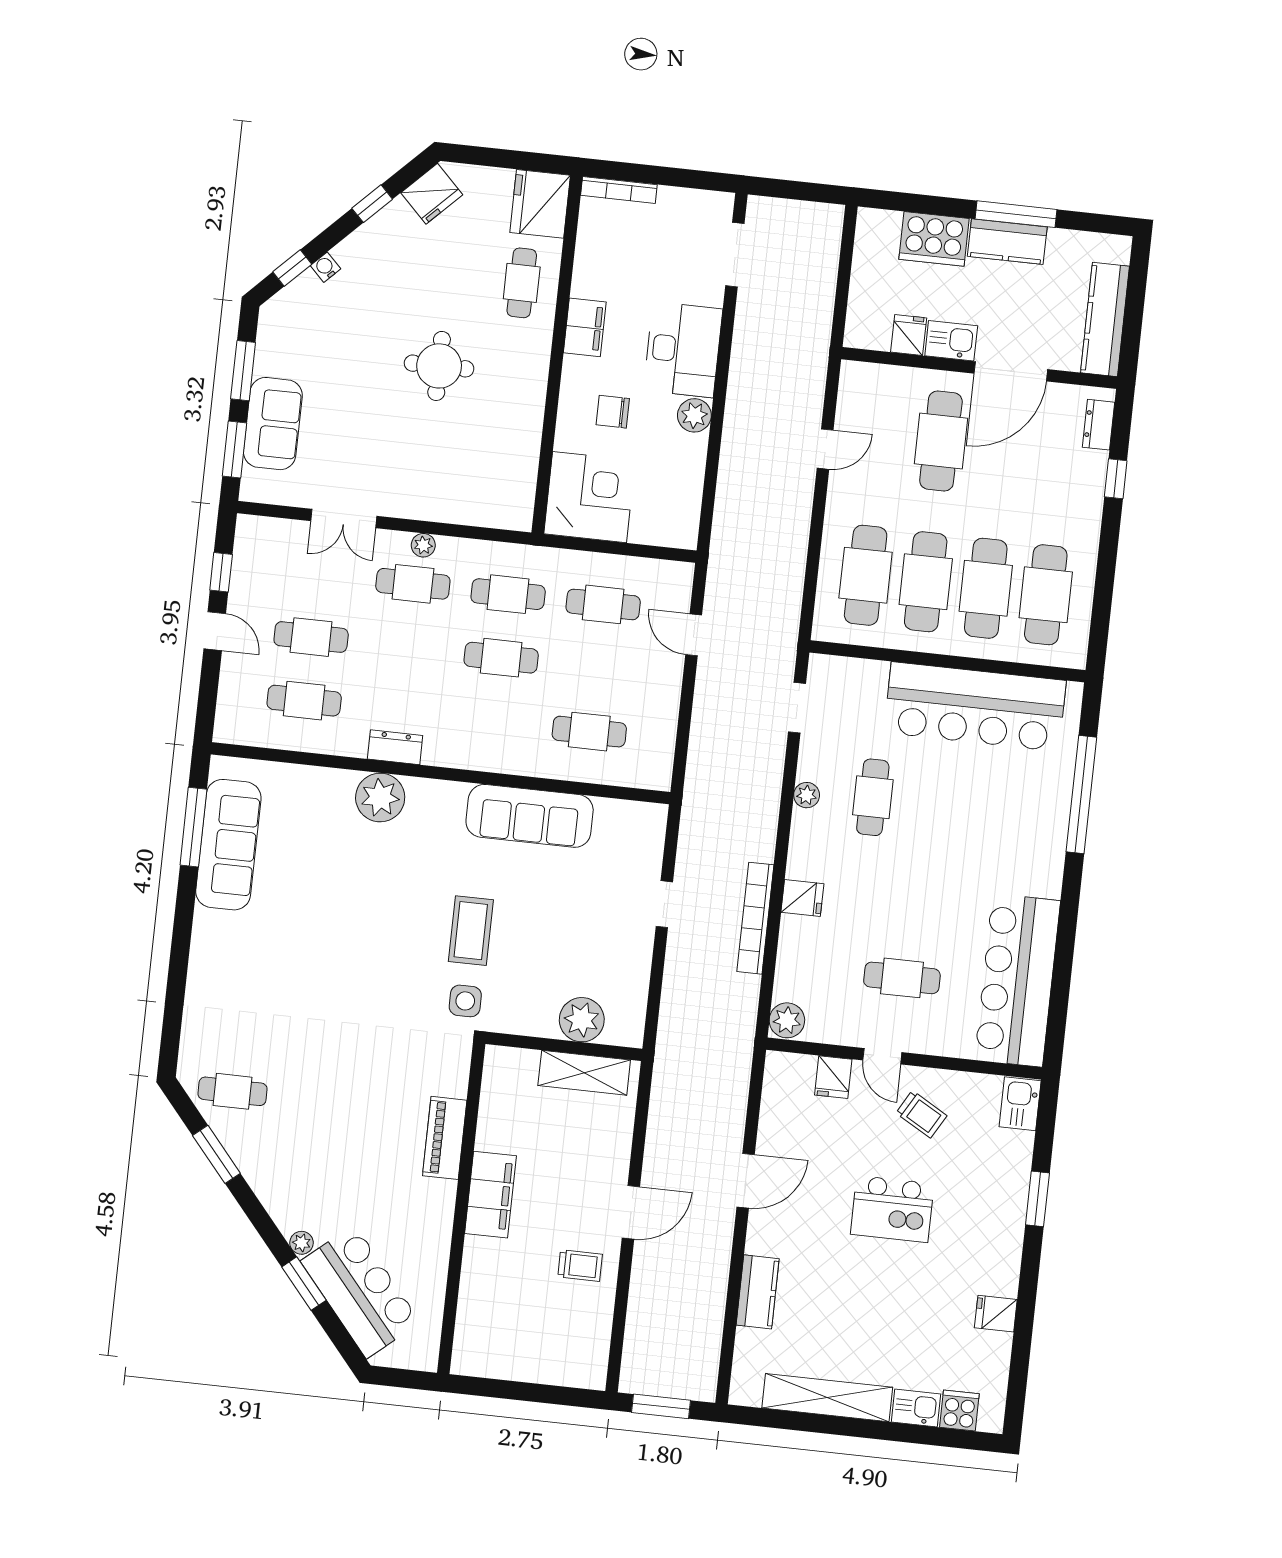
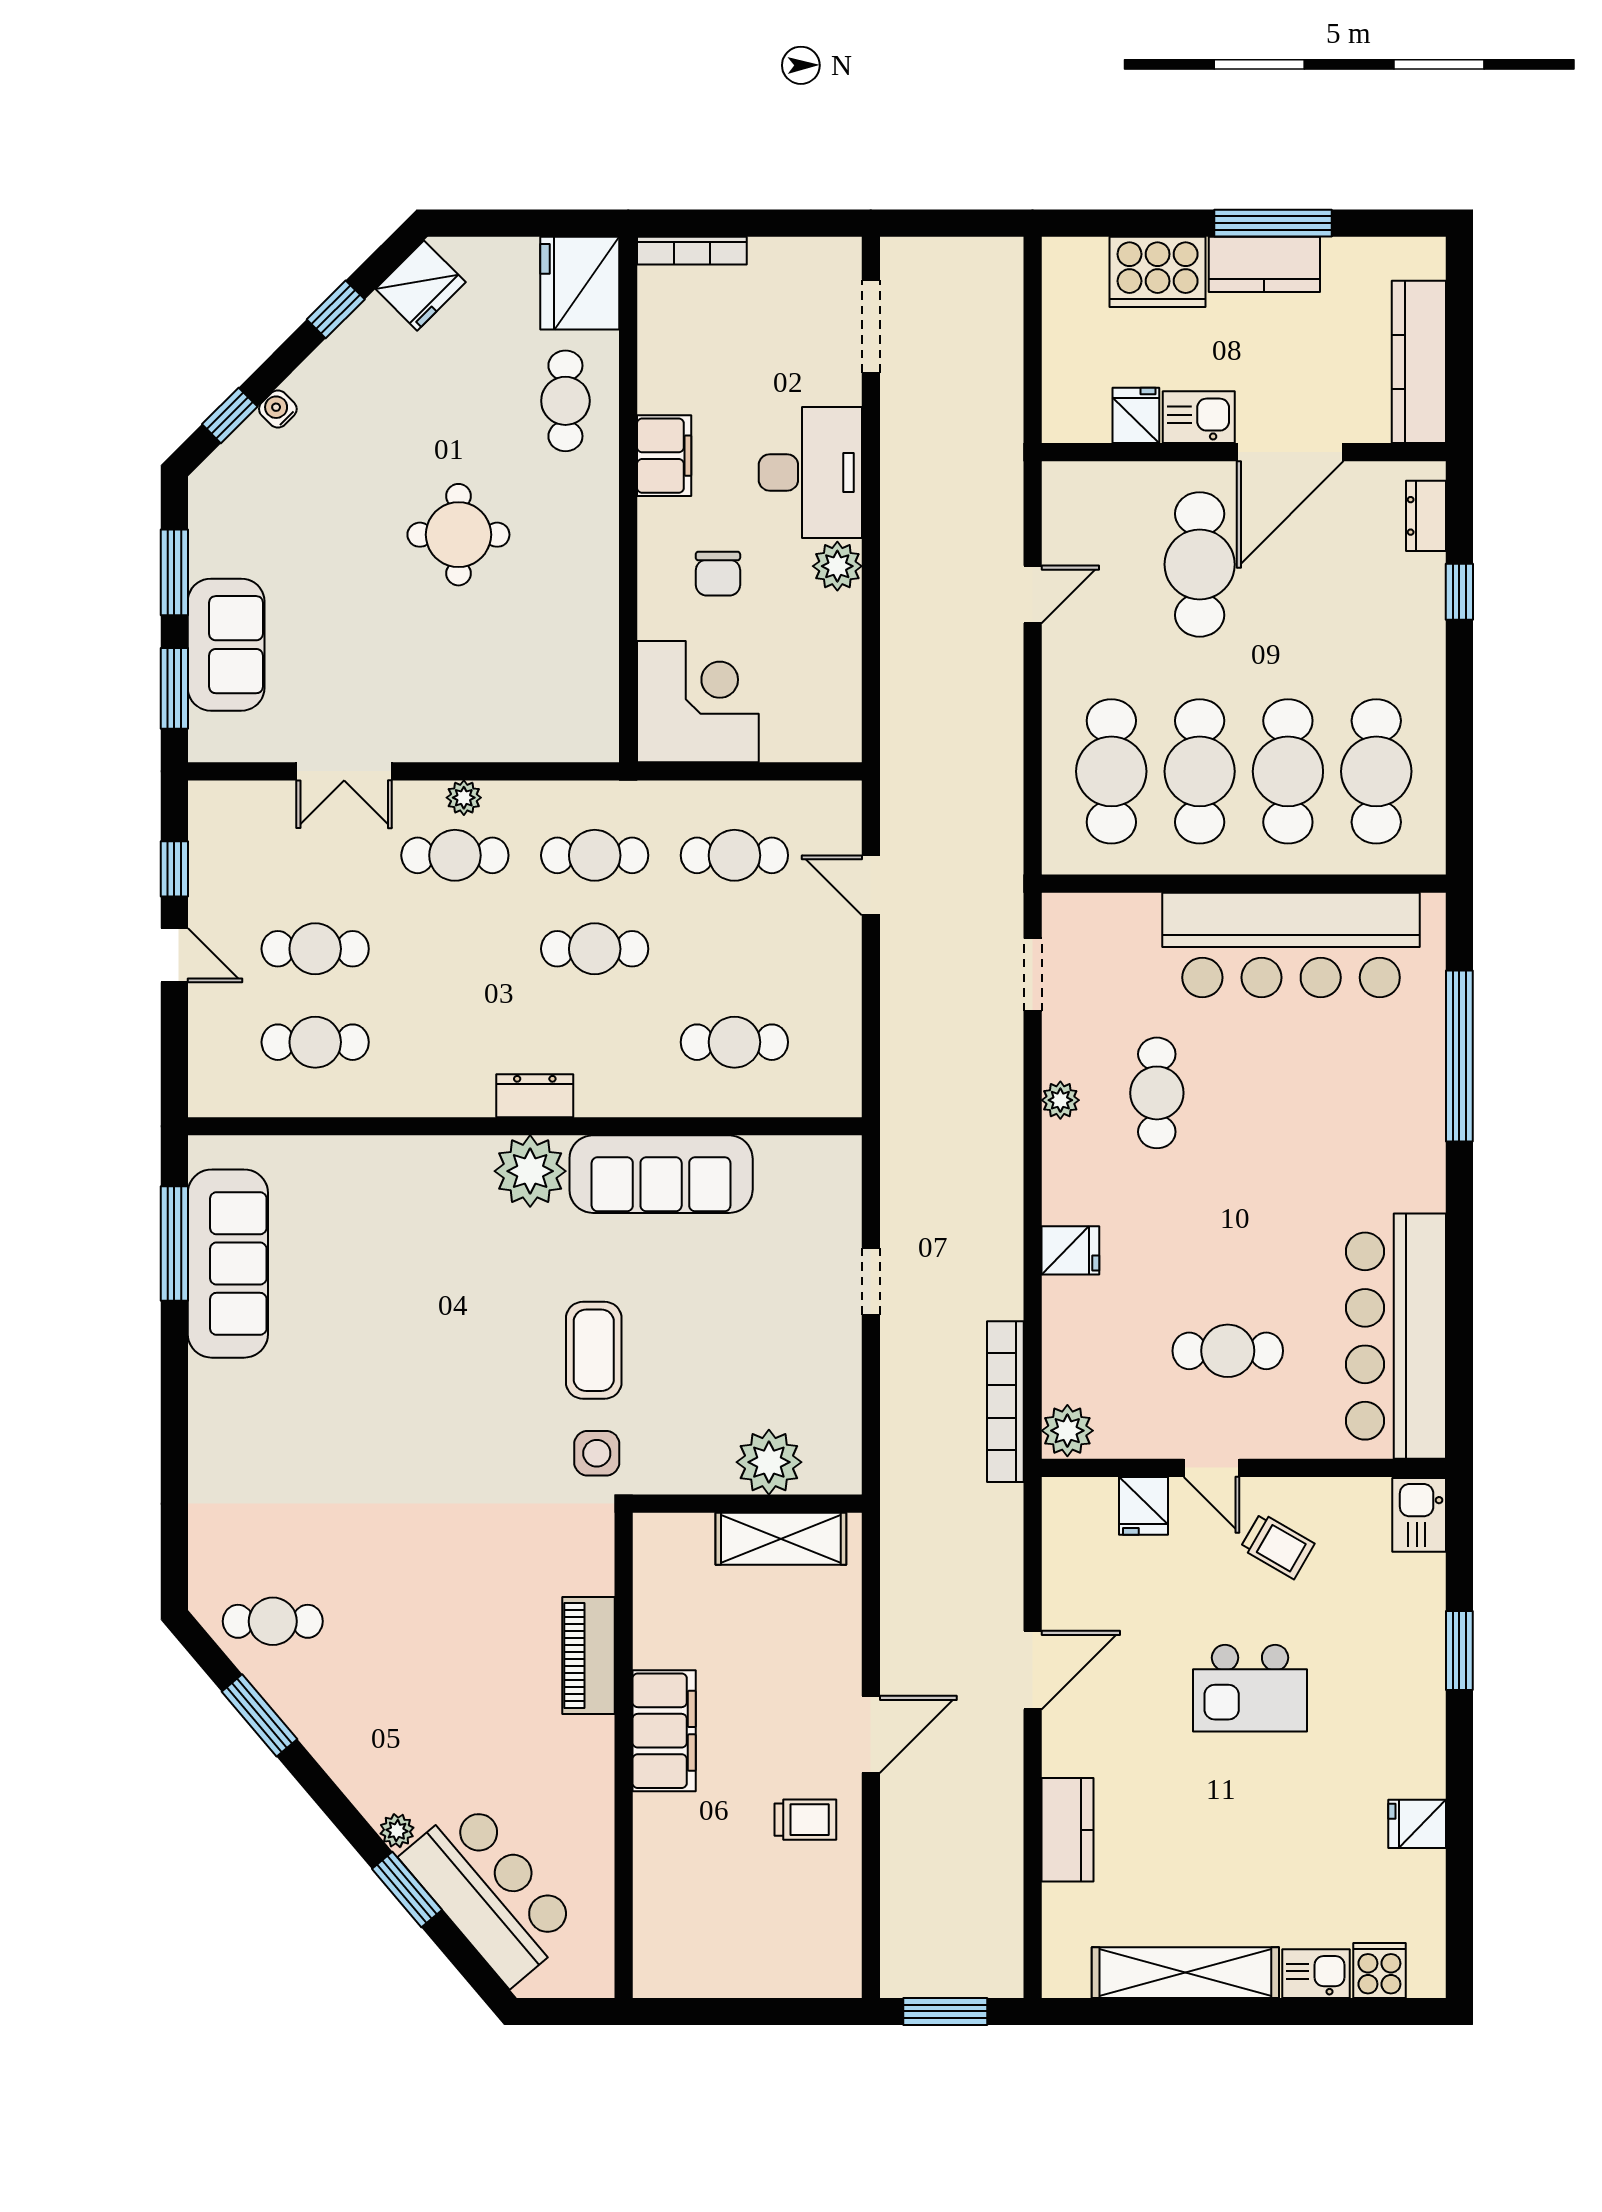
chair: (613, 412) -> (718, 574), turned -90
dresser: (395, 747) -> (535, 1096), moved
plant: (380, 797) -> (530, 1171), moved
bookcase: (755, 918) -> (1005, 1402), moved

